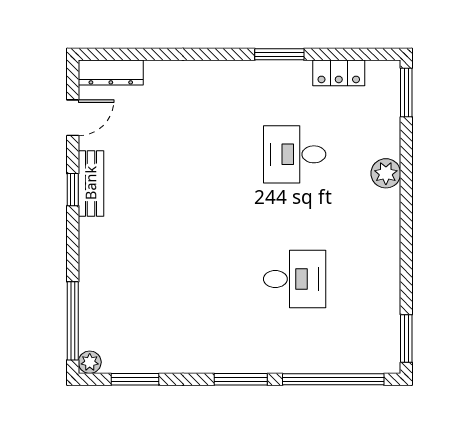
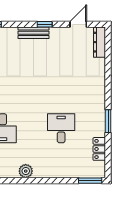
door: (73, 118) -> (78, 24), swing flipped
plant: (386, 173) -> (26, 171), moved
bench: (91, 183) -> (33, 33), moved

